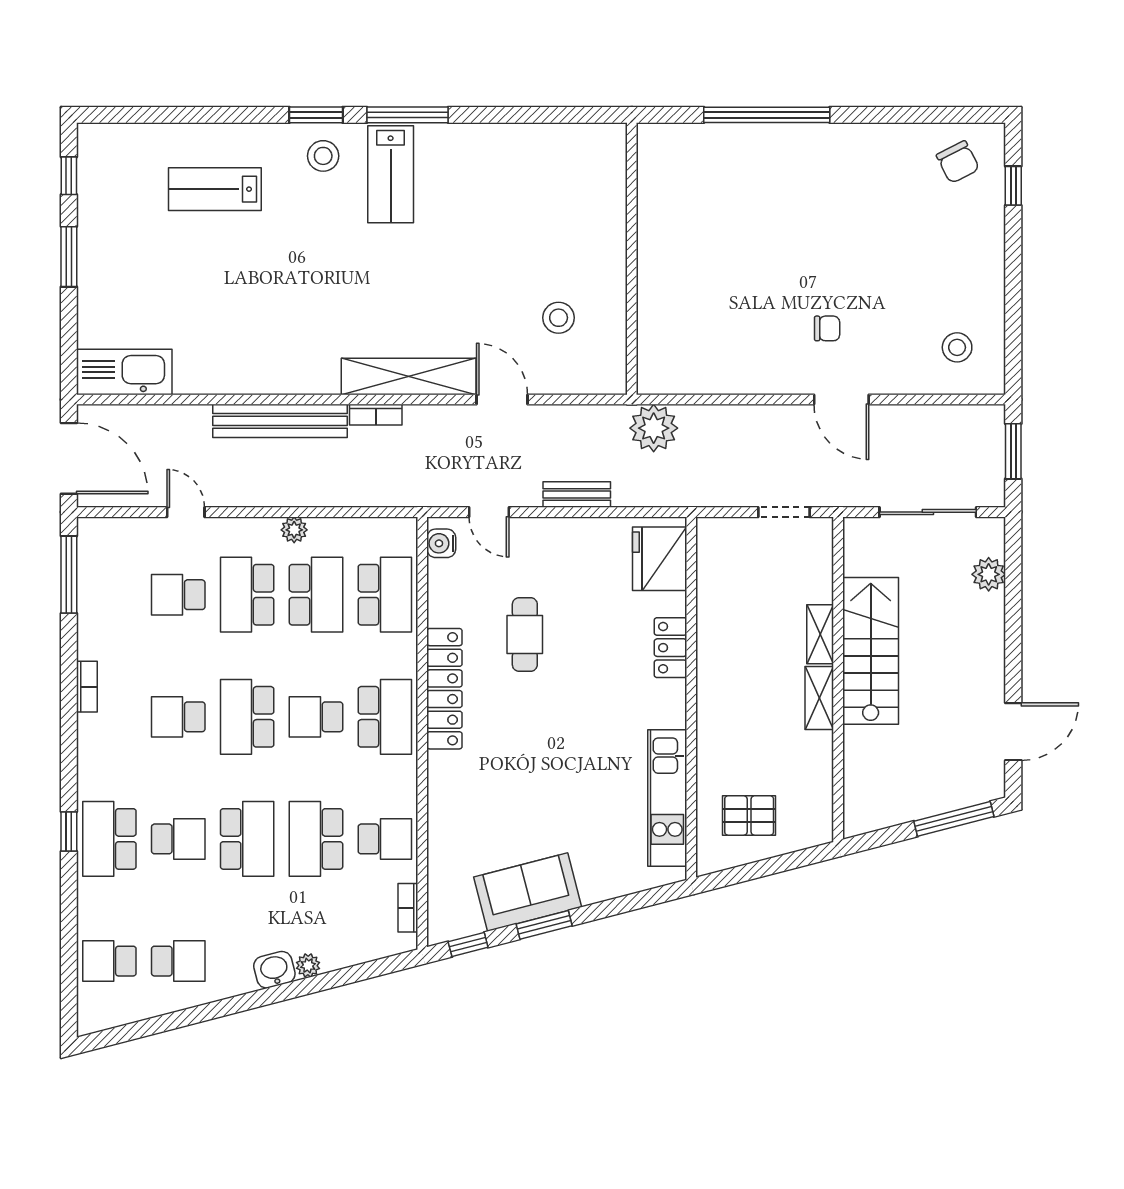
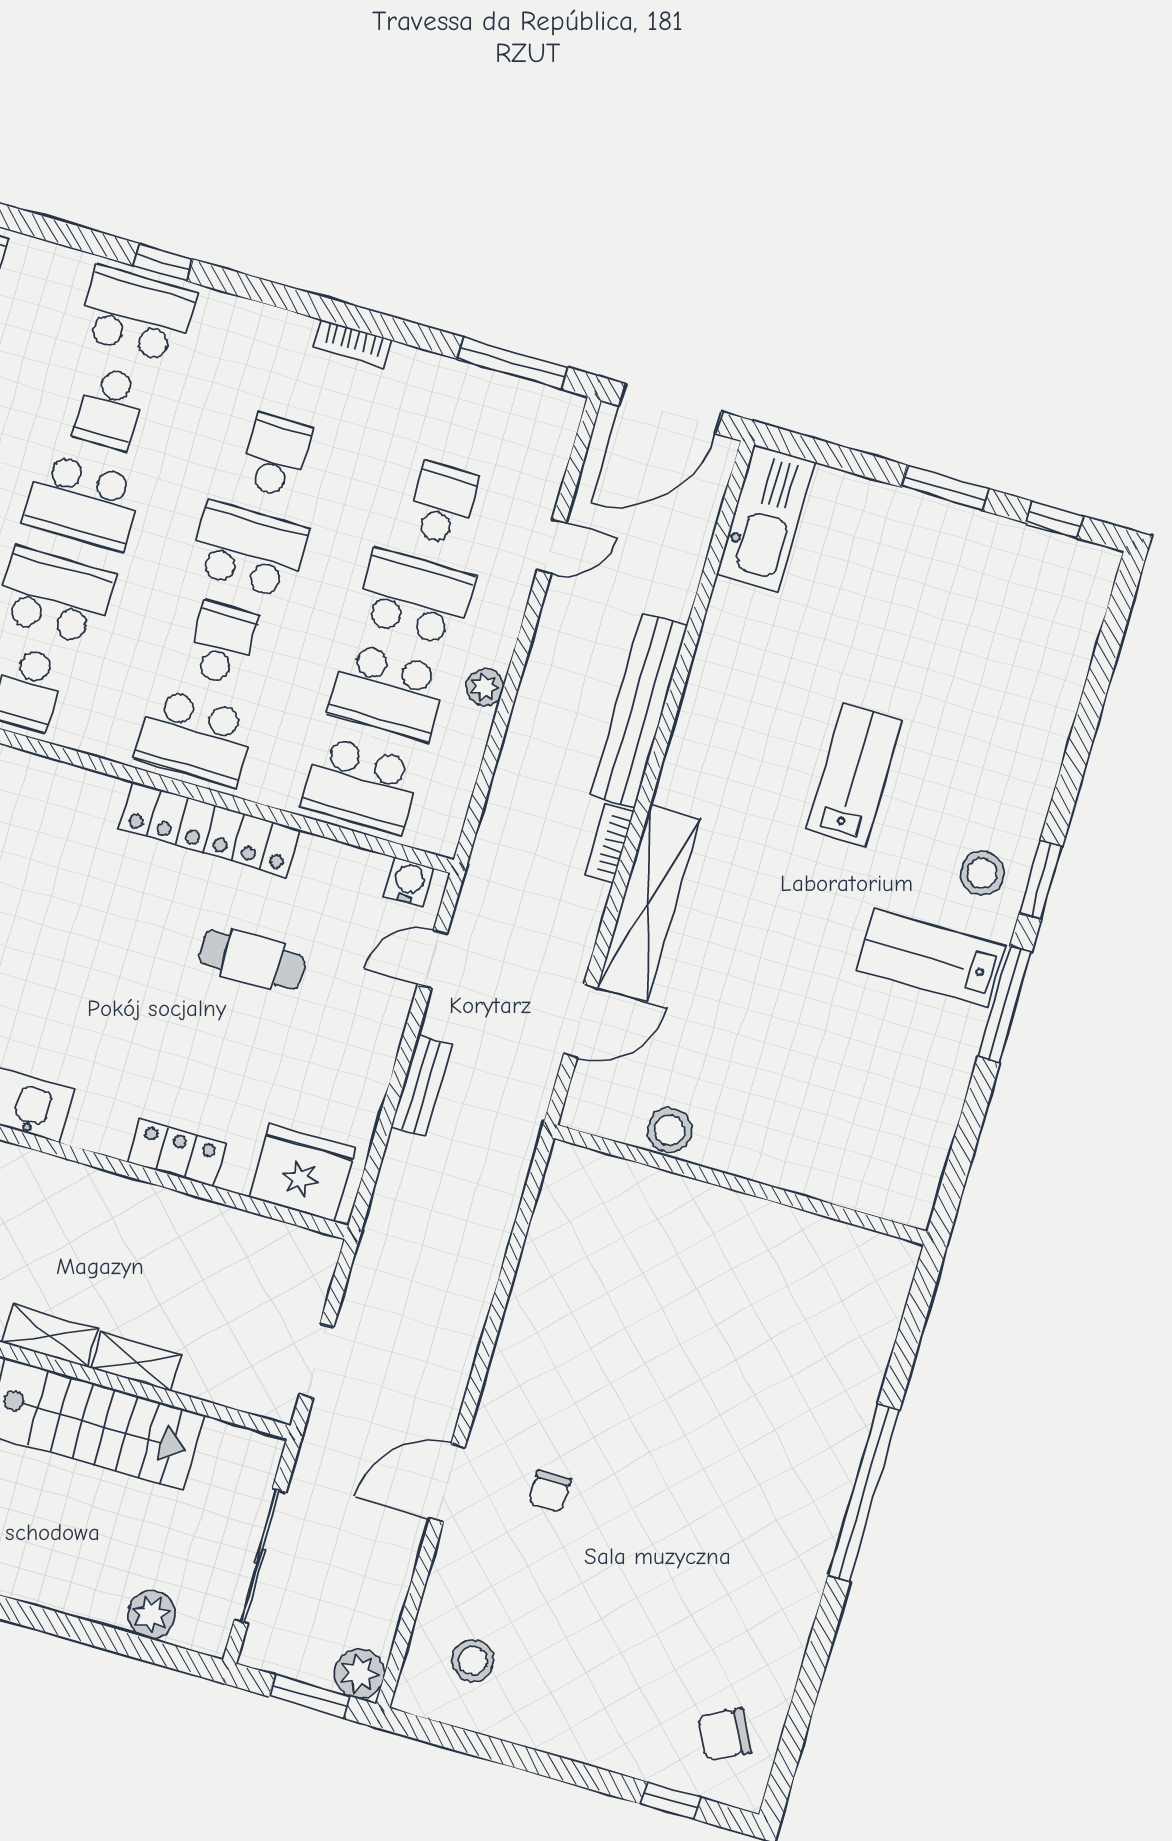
lab bench: (215, 189) -> (855, 775), moved
wall: (632, 259) -> (741, 1185), moved
plant: (654, 428) -> (359, 1674), moved, width x0.73, depth x0.73

